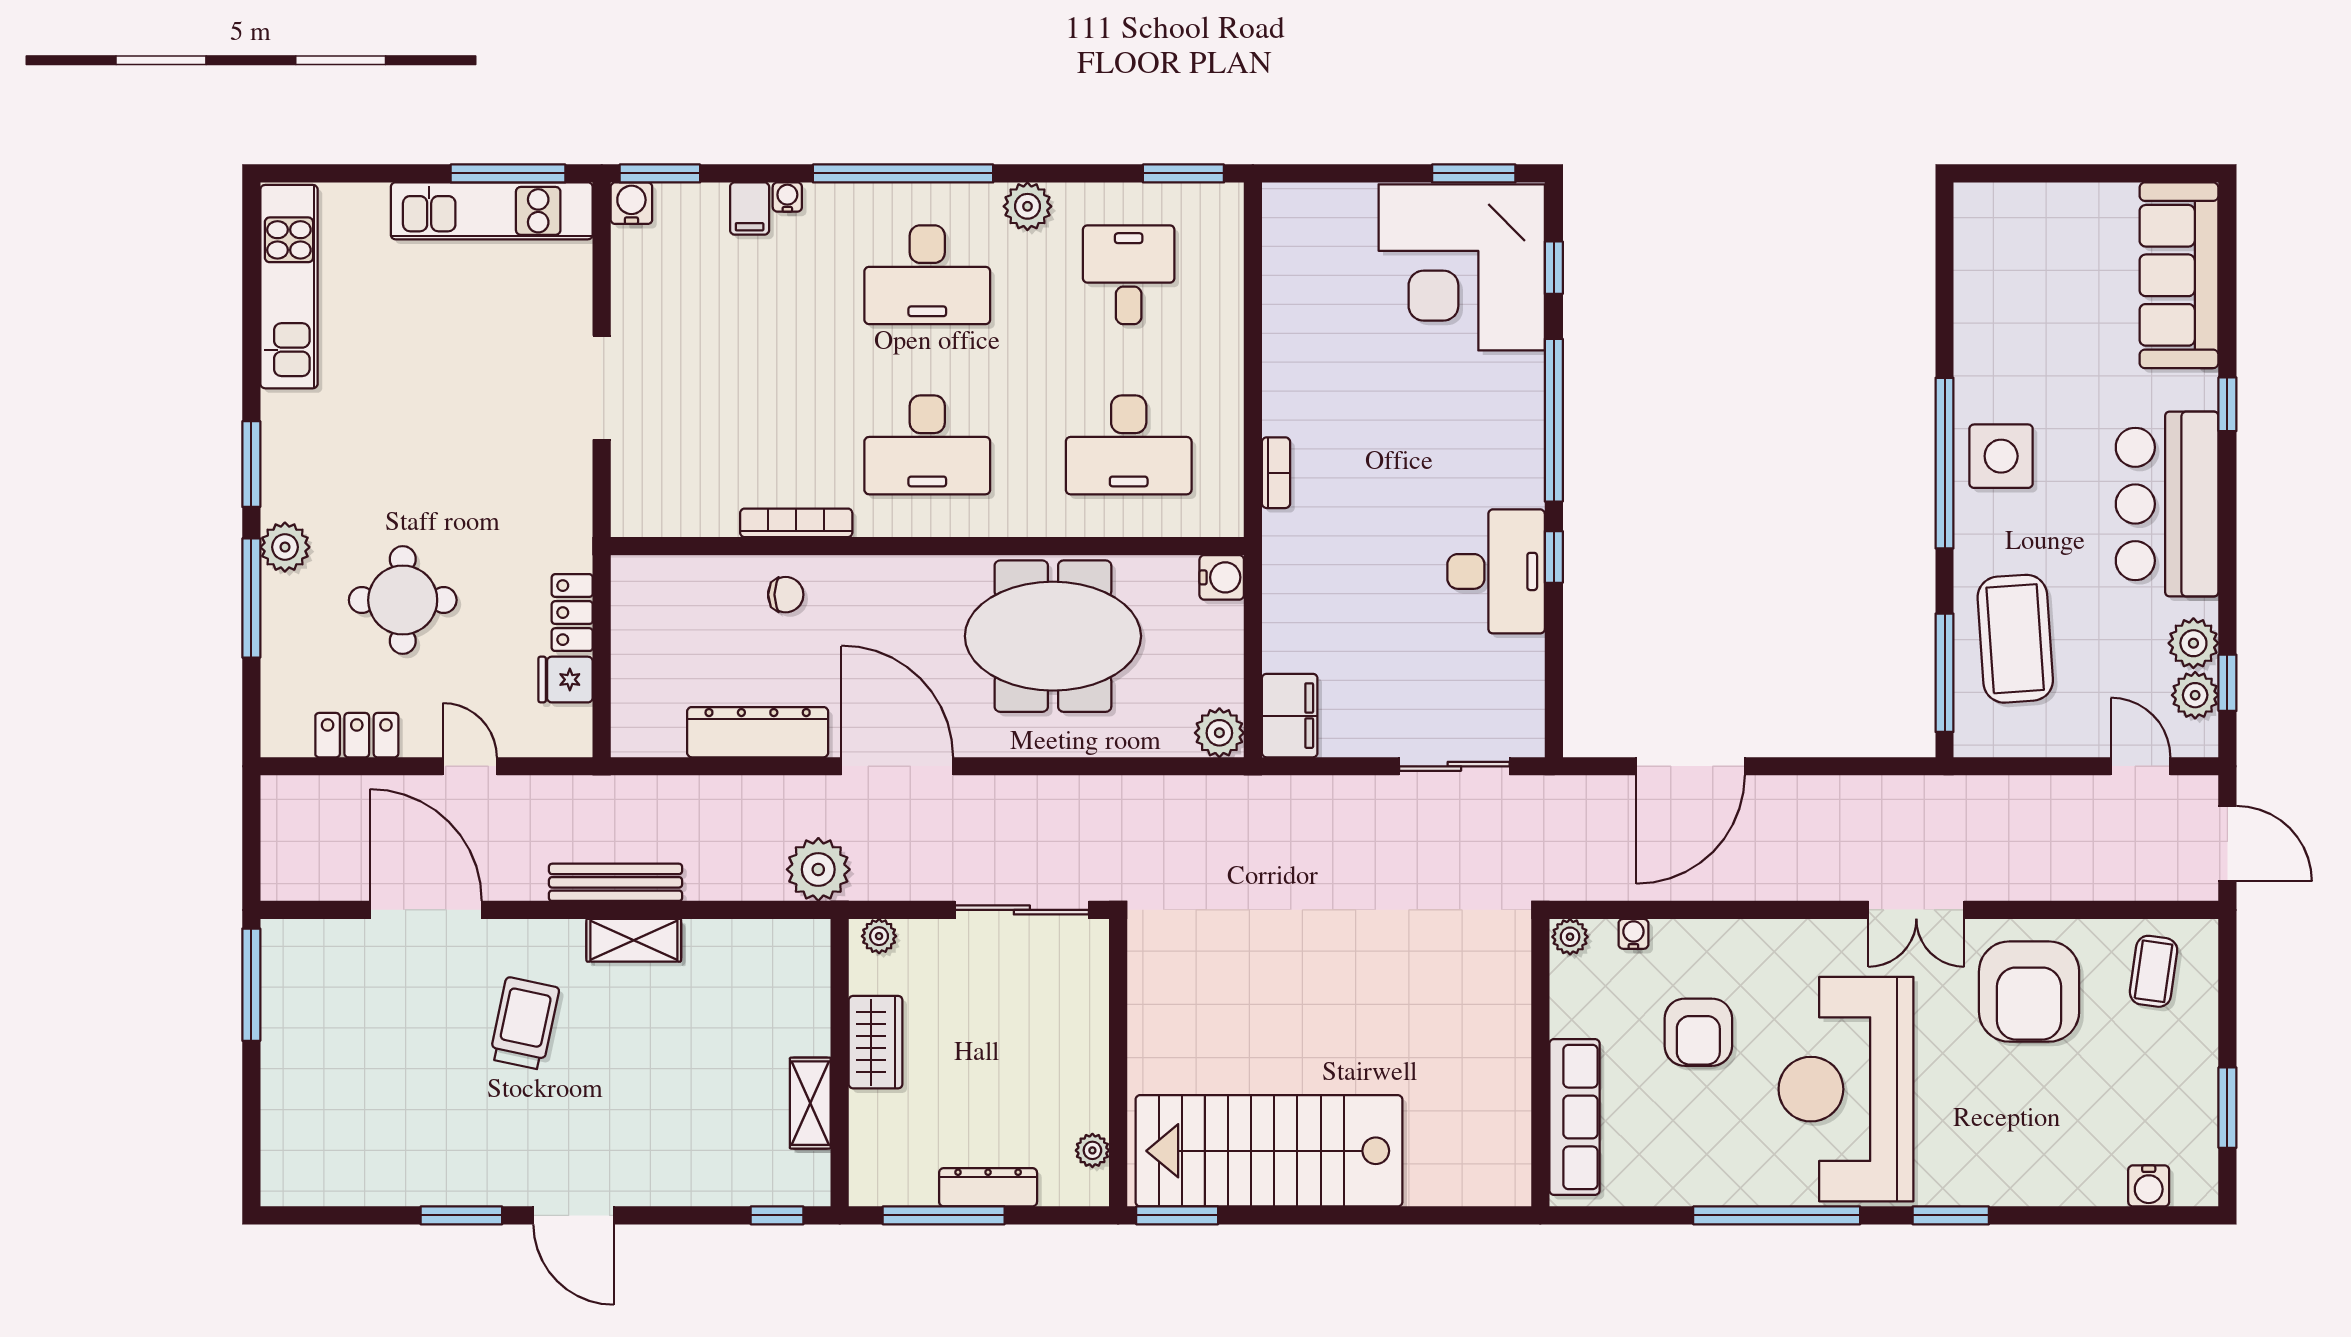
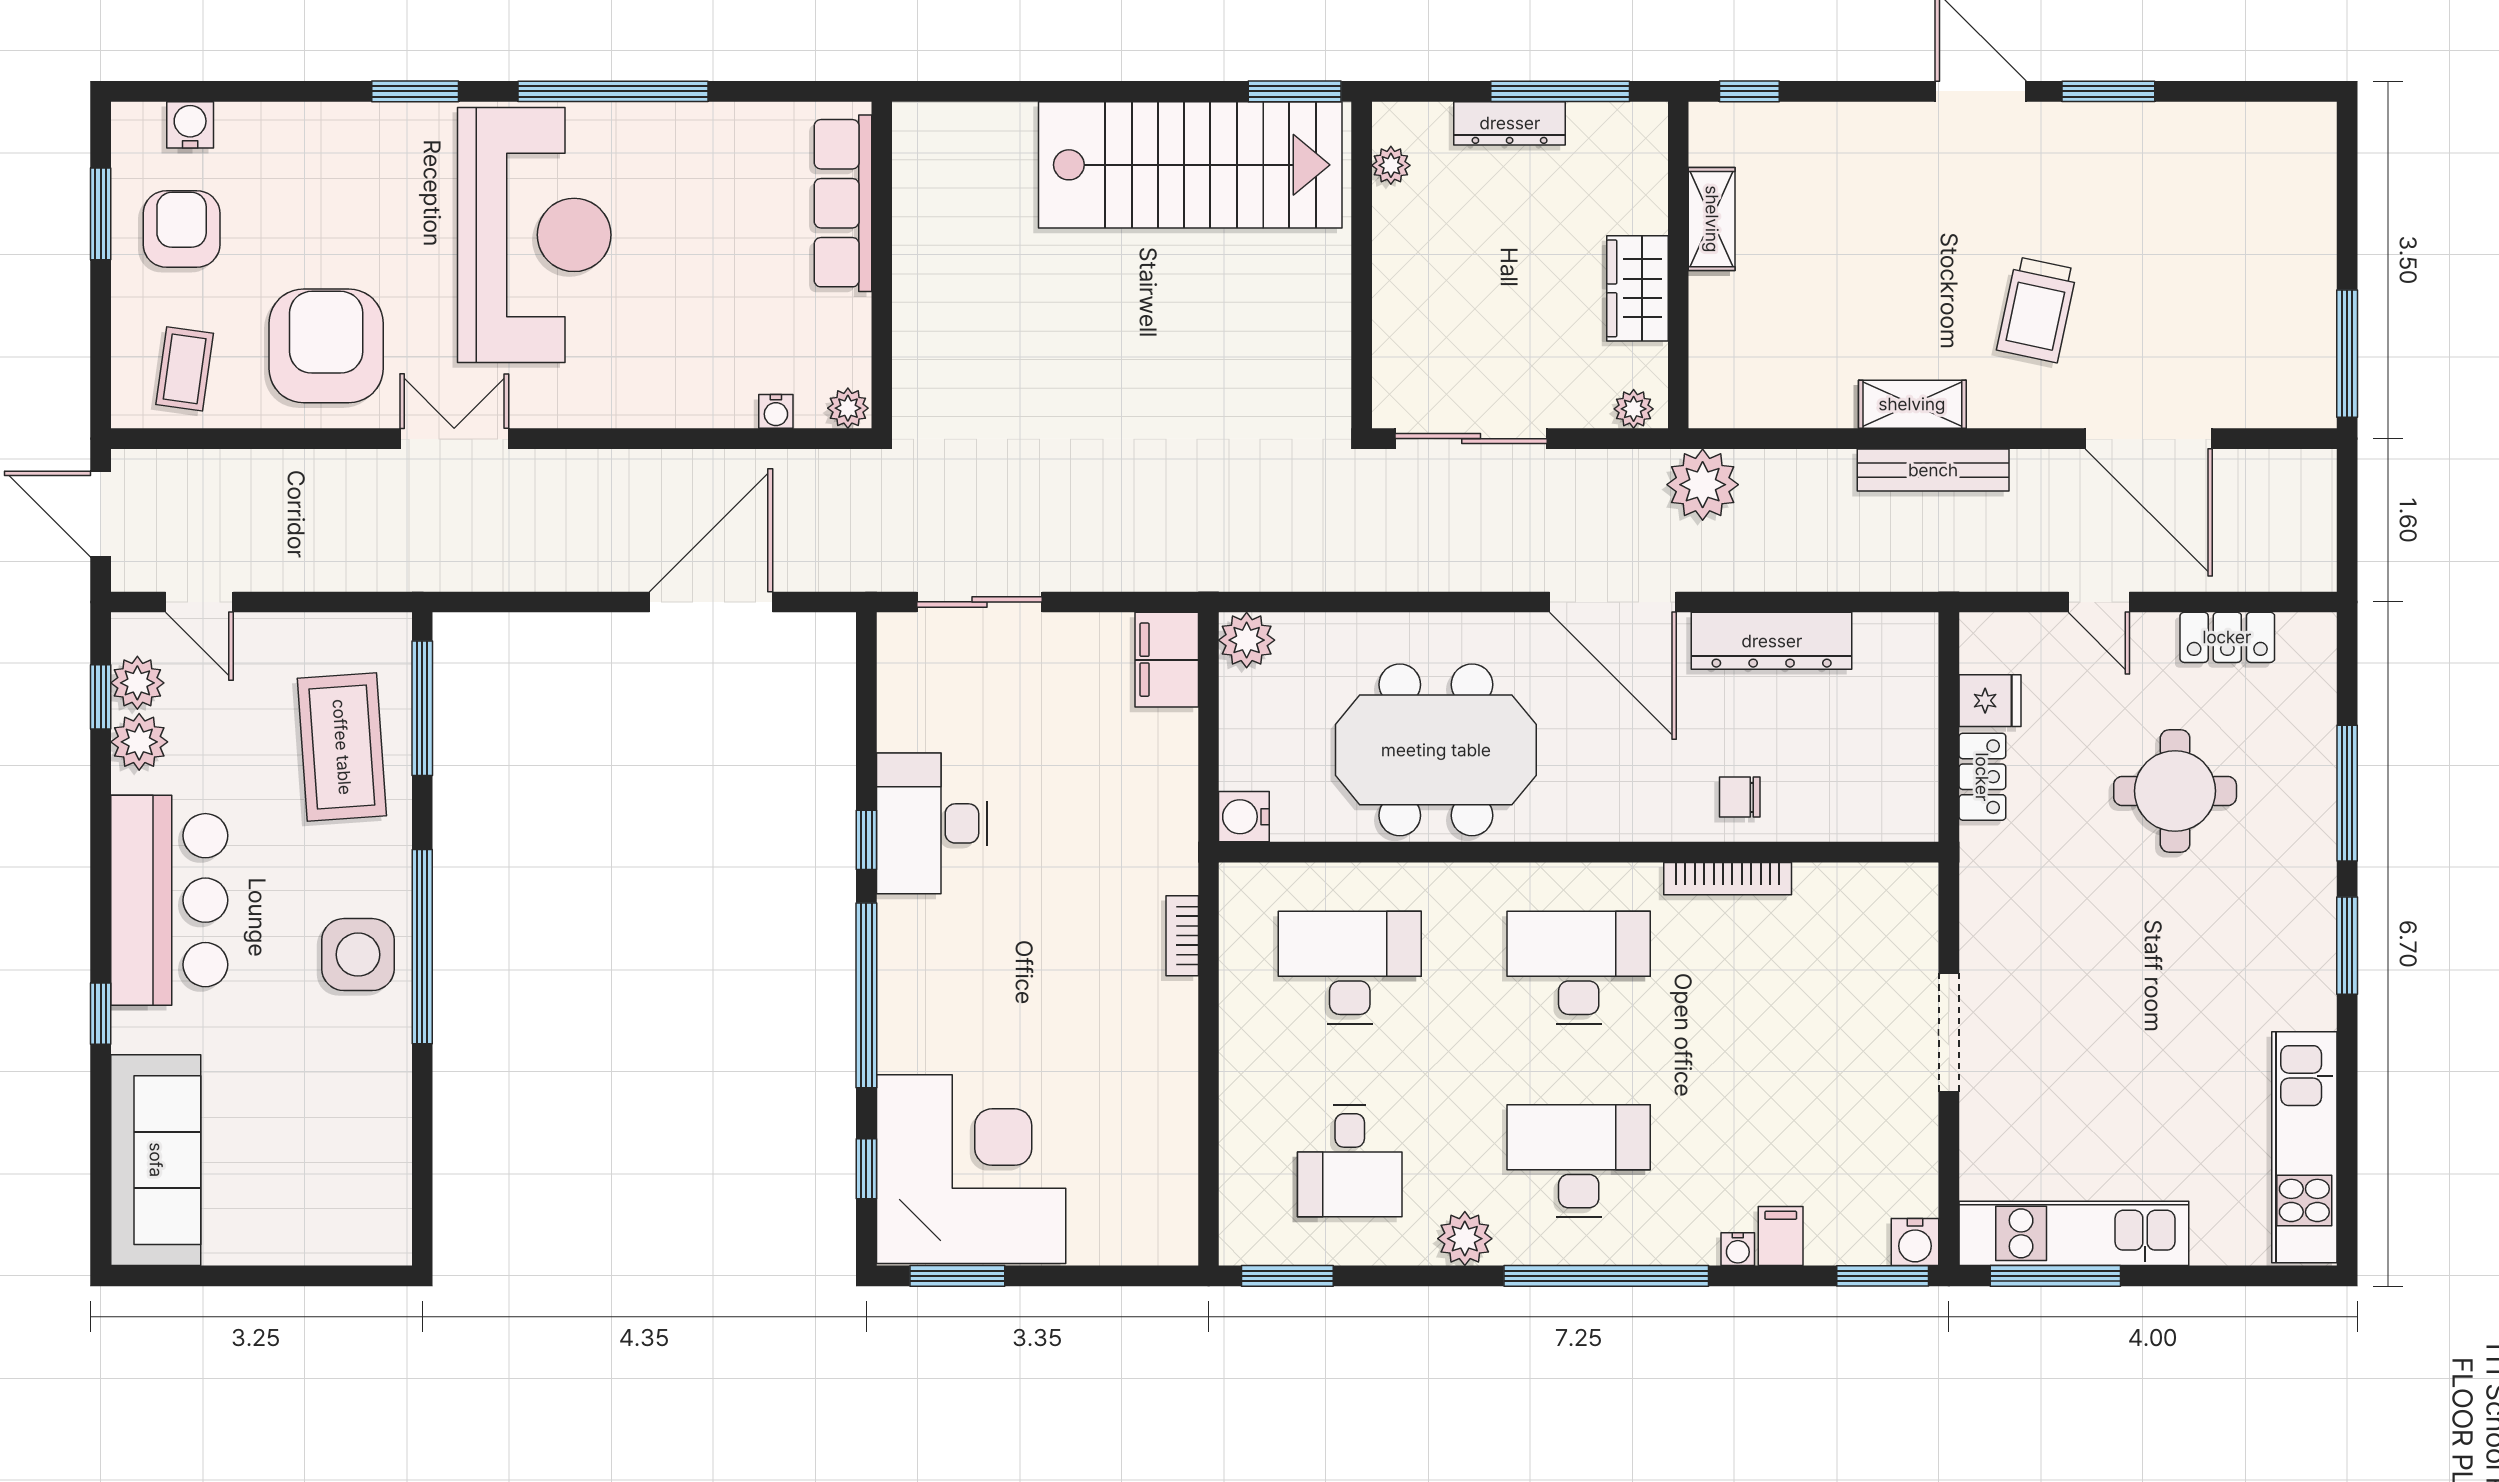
plant: (285, 547) -> (2309, 851), removed
armchair: (1698, 1032) -> (182, 229), moved

